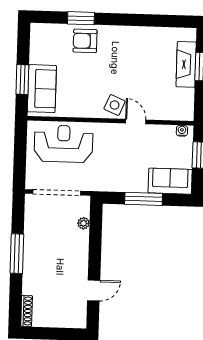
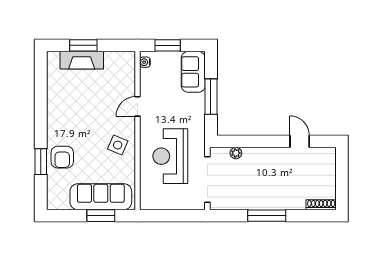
sofa: (42, 89) -> (101, 197), width x1.36
side table: (115, 105) -> (118, 145), moved
reception desk: (64, 144) -> (170, 156), moved

